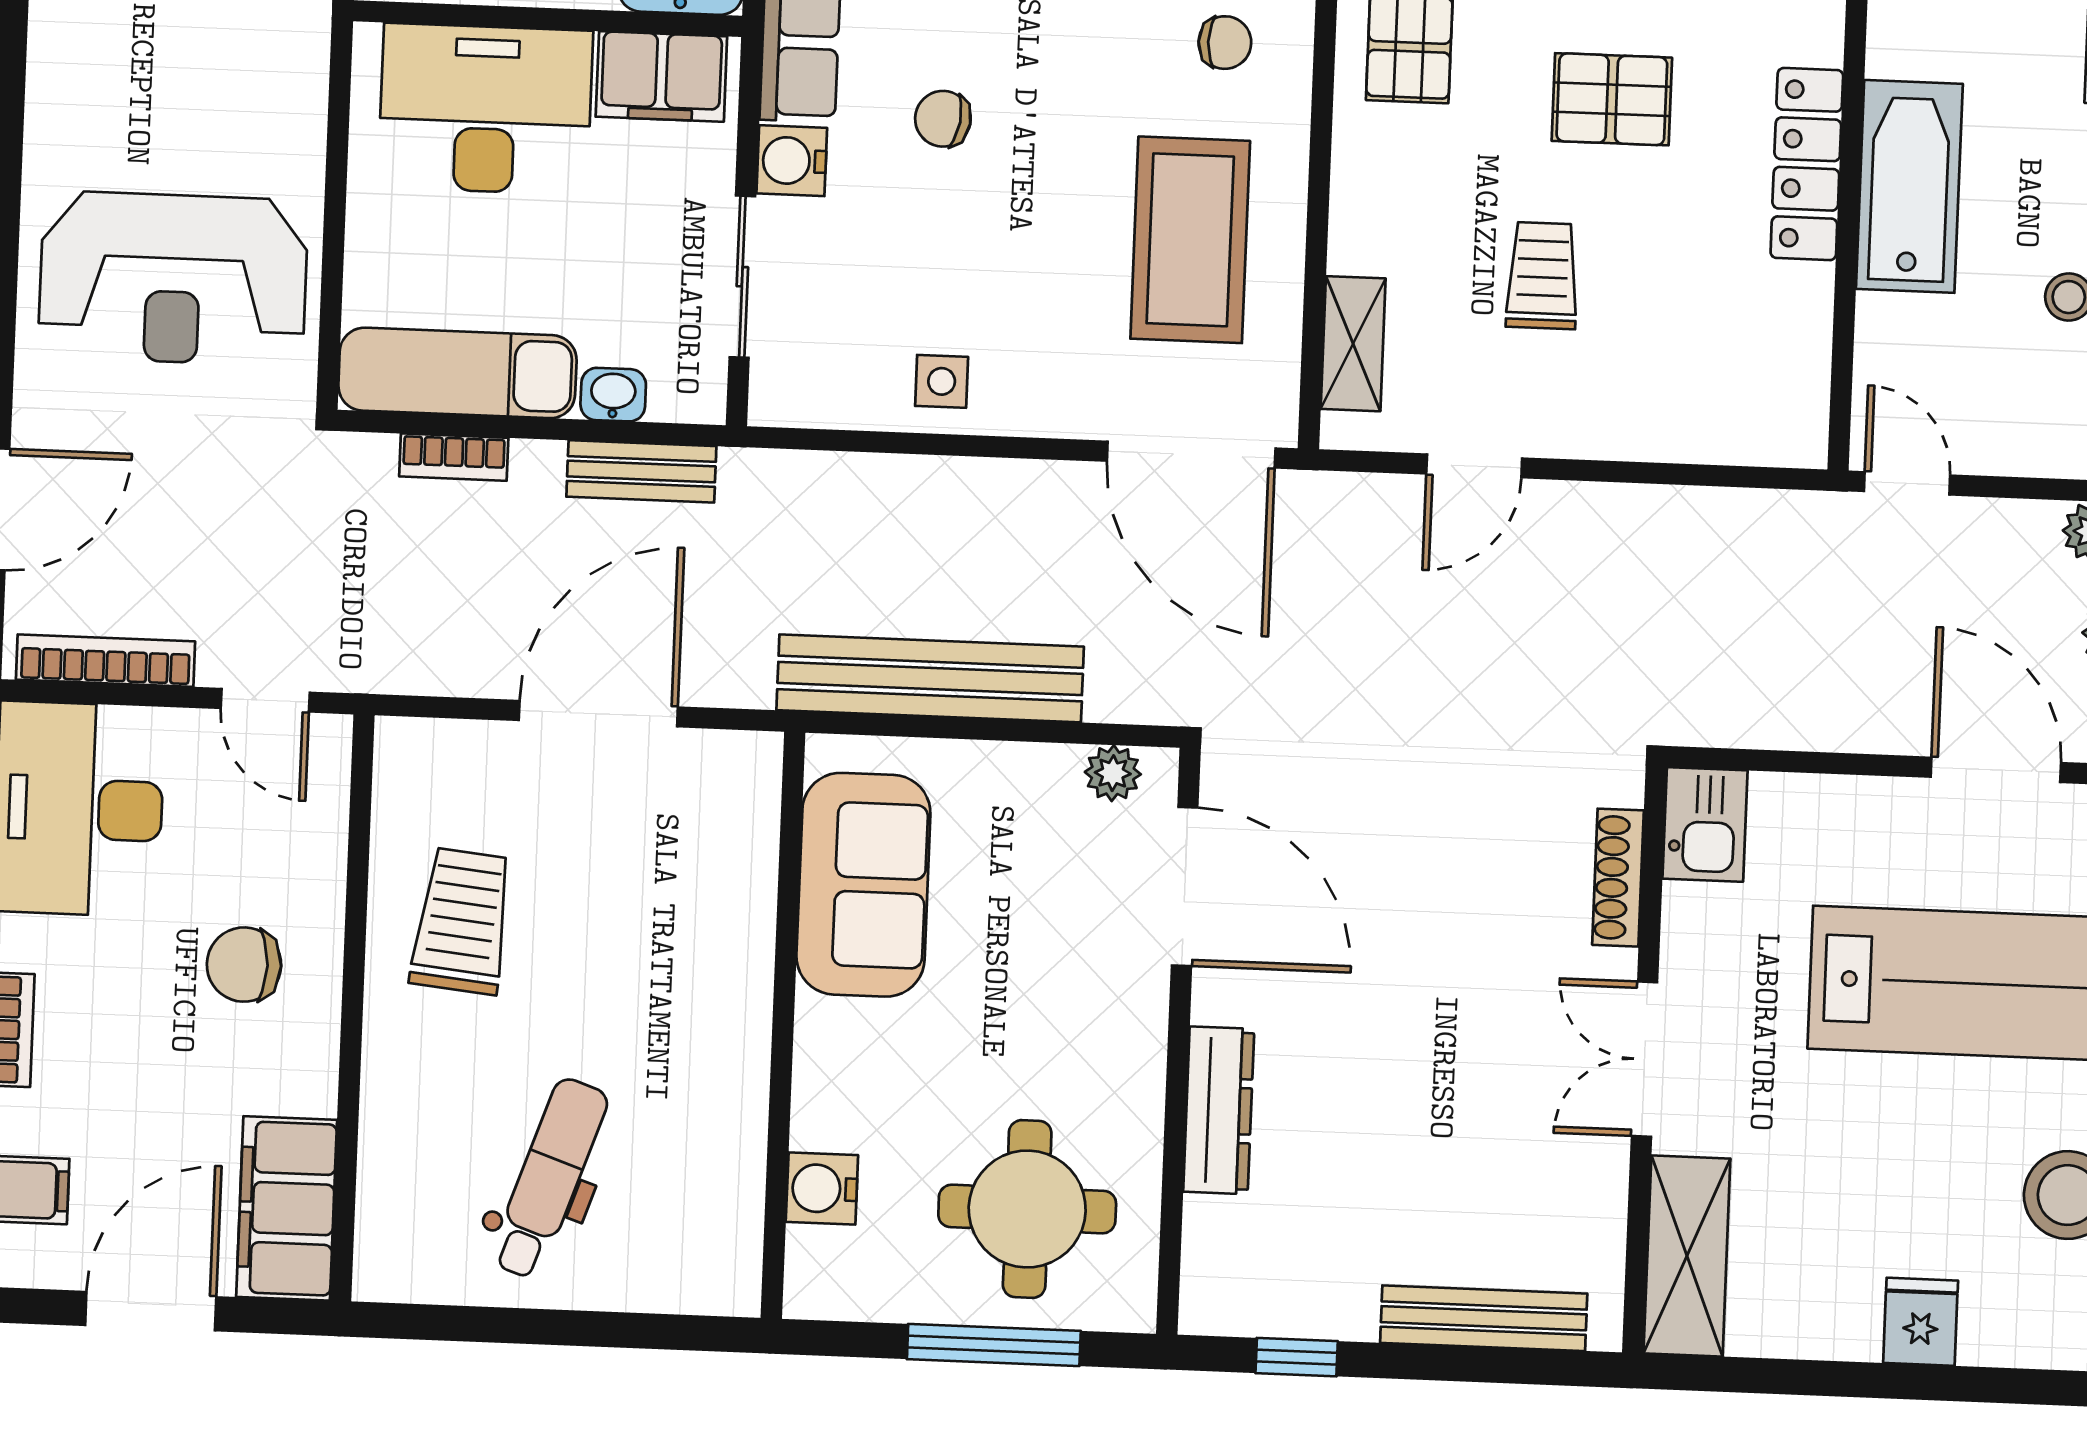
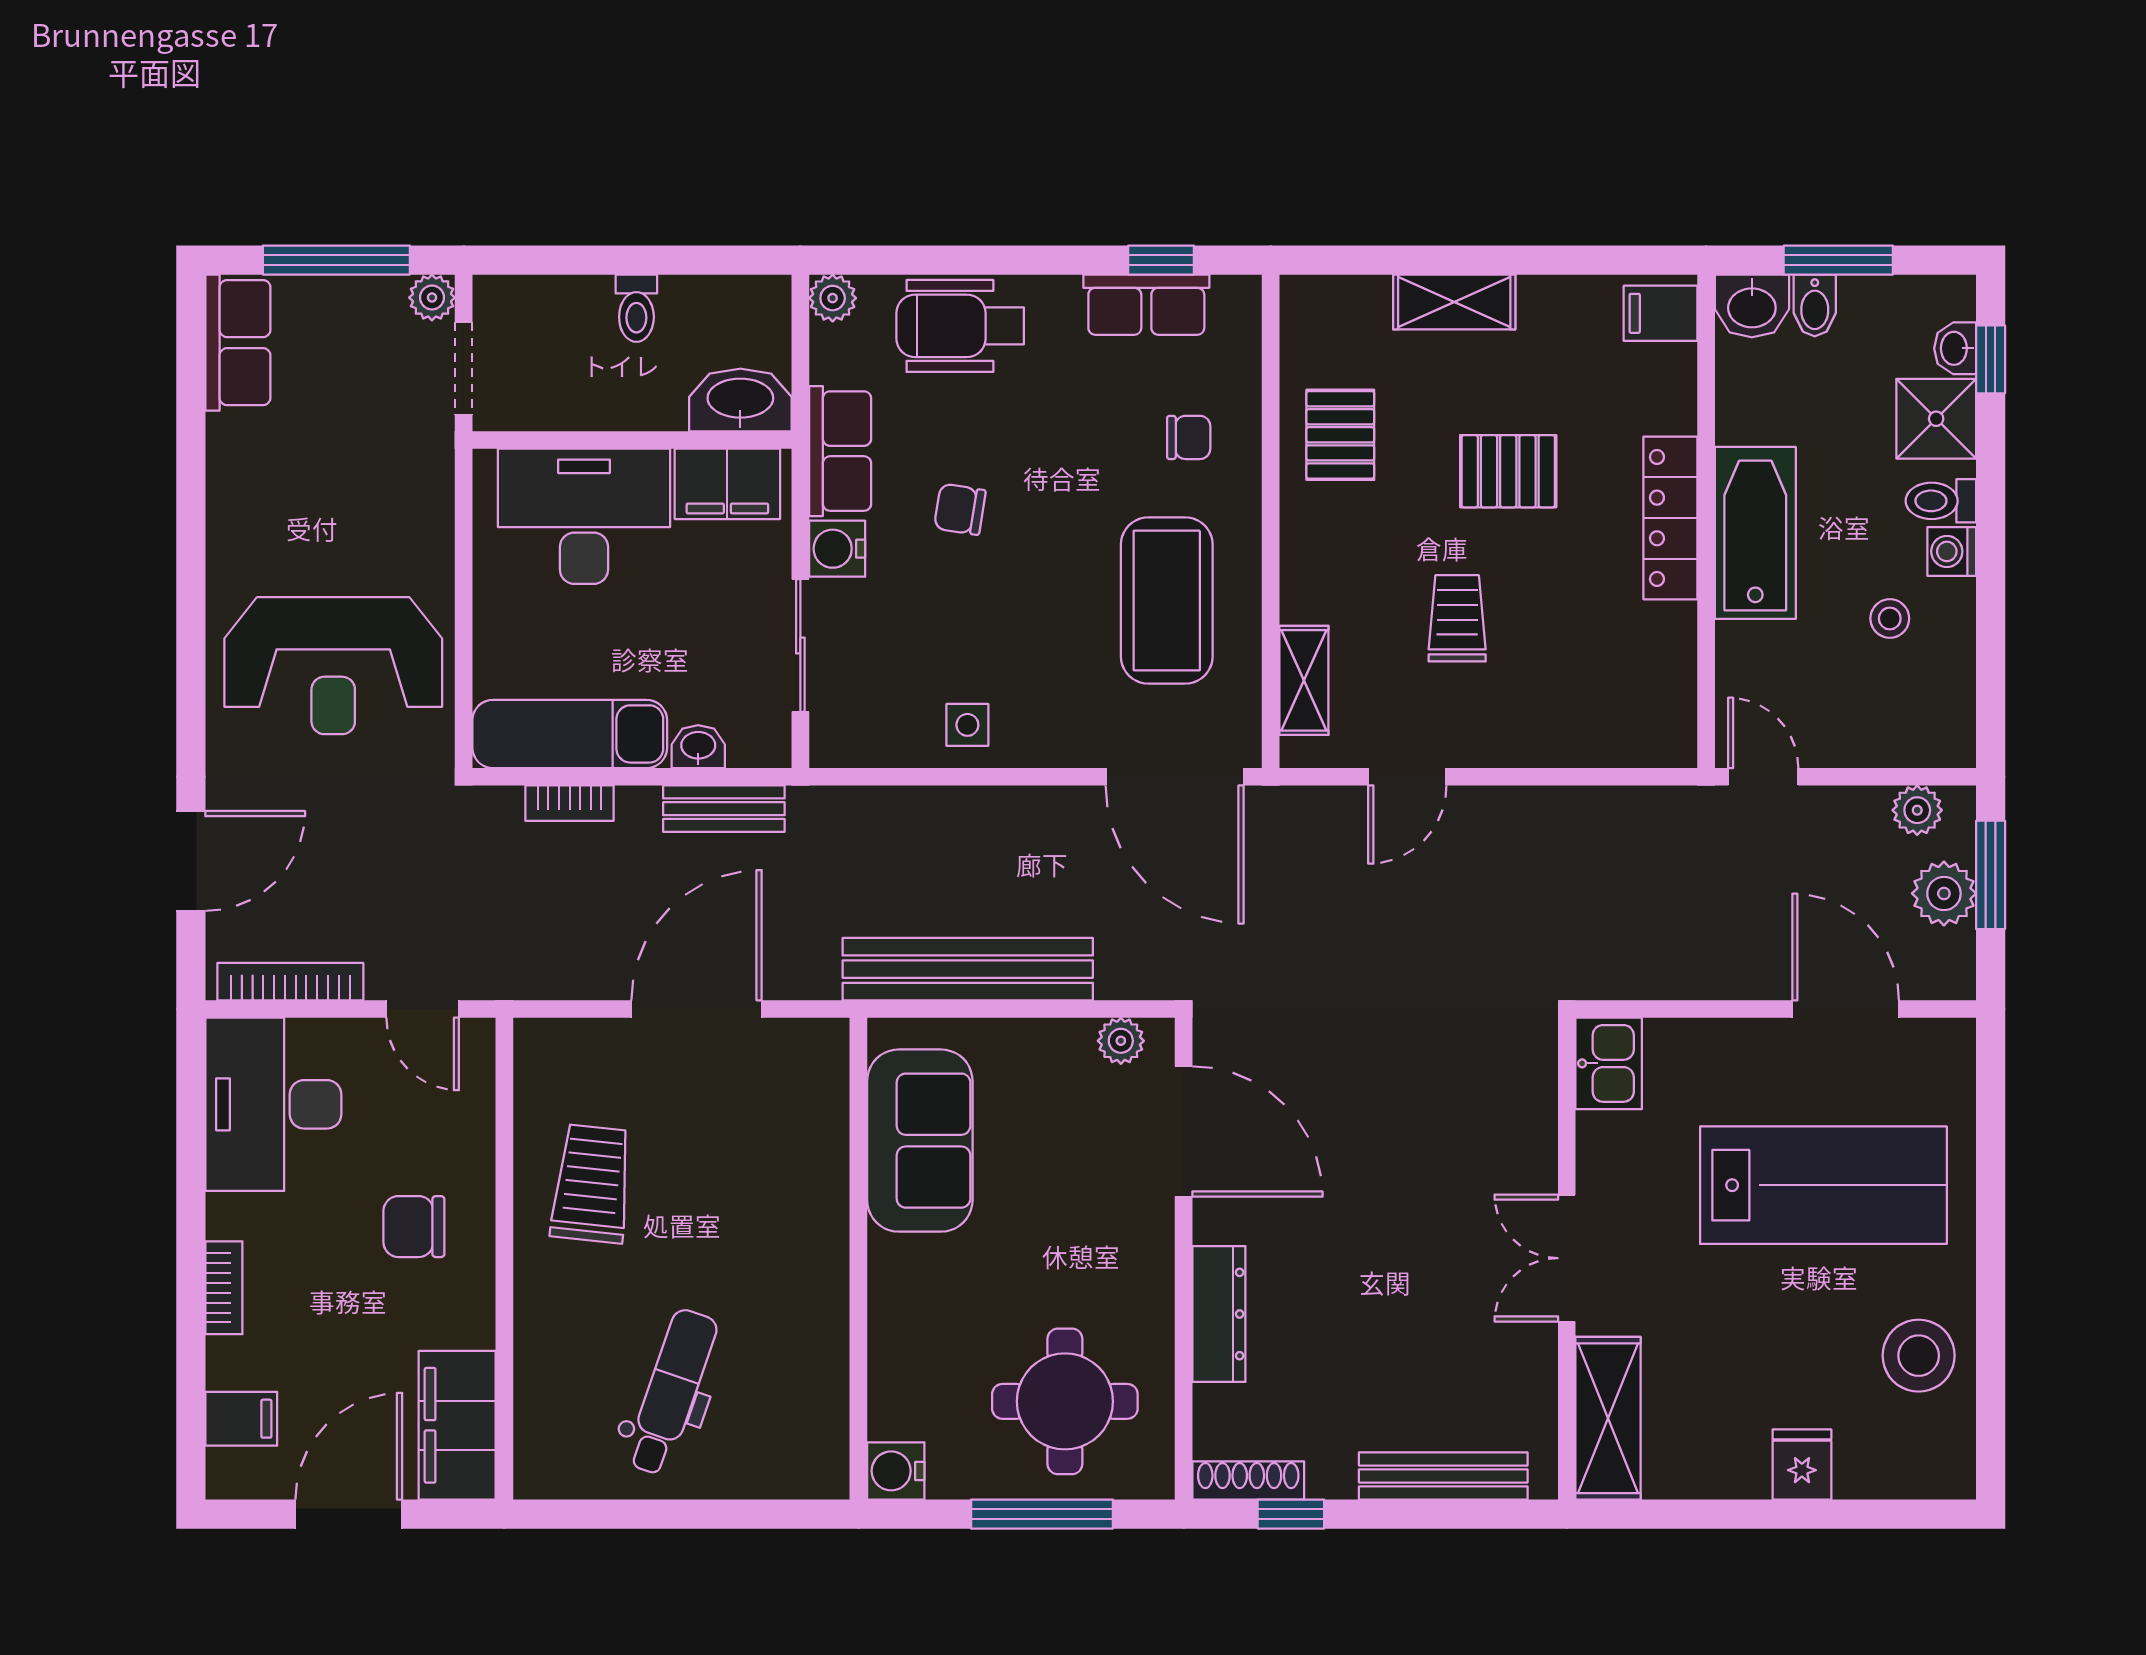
shoe rack: (1618, 878) -> (1248, 1481), moved, turned 90
water cooler: (822, 1188) -> (896, 1471), moved

